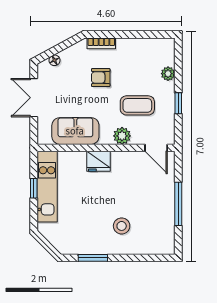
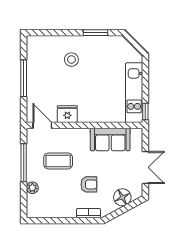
floor lamp: (55, 60) -> (122, 197), width x1.89, depth x1.89
window: (178, 103) -> (24, 163), width x2.17
plant: (122, 136) -> (71, 135), removed
fridge: (98, 161) -> (67, 114), moved
window: (34, 188) -> (145, 112), moved

